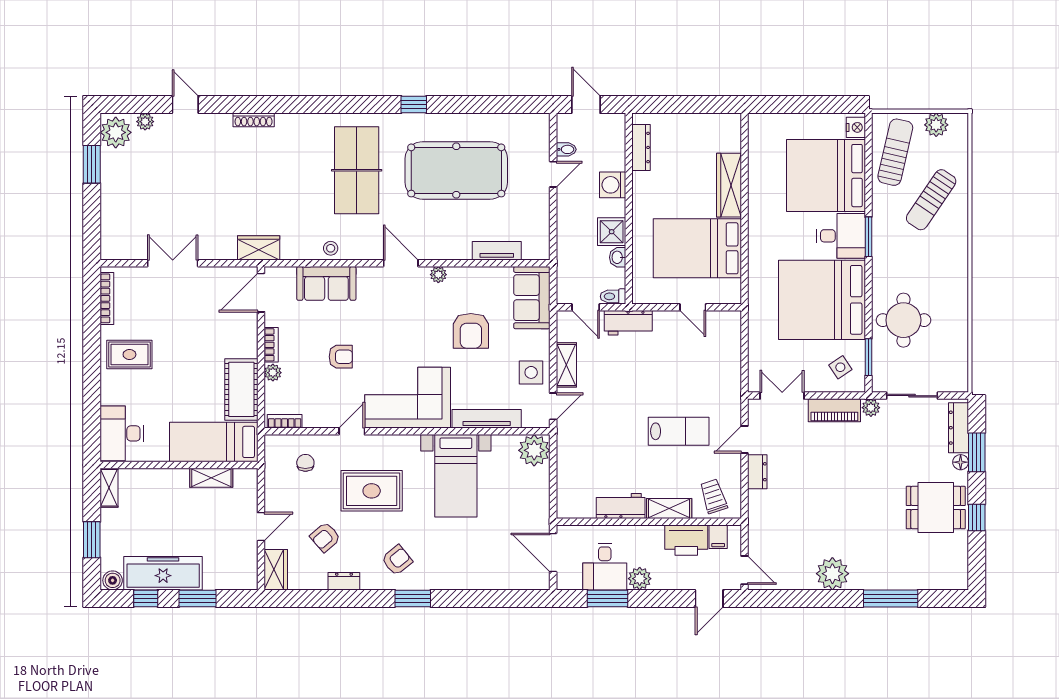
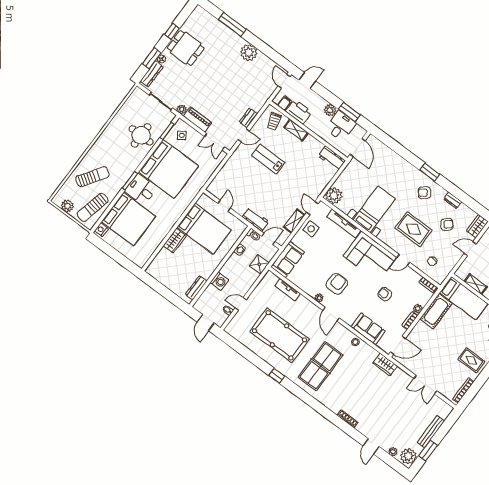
wardrobe: (729, 185) -> (175, 241), width x0.67
bench: (109, 197) -> (431, 432), added
shower: (612, 232) -> (259, 264), moved
door: (586, 307) -> (268, 239), hinge flipped
armchair: (471, 331) -> (337, 284), moved
door: (553, 406) -> (312, 208), hinge flipped
workbench: (621, 506) -> (332, 158), moved

